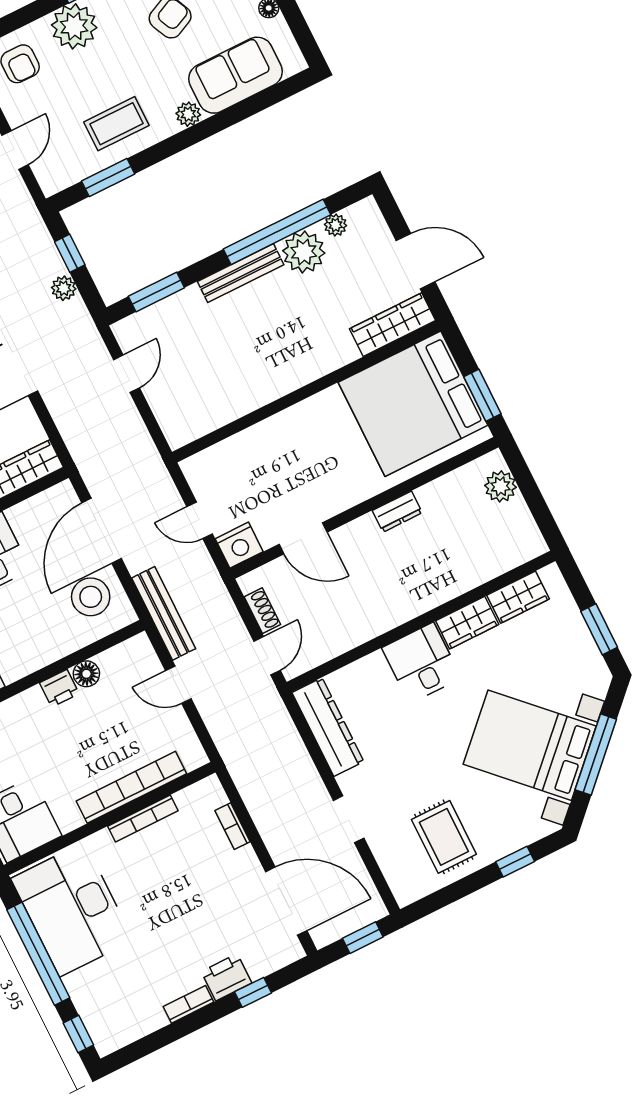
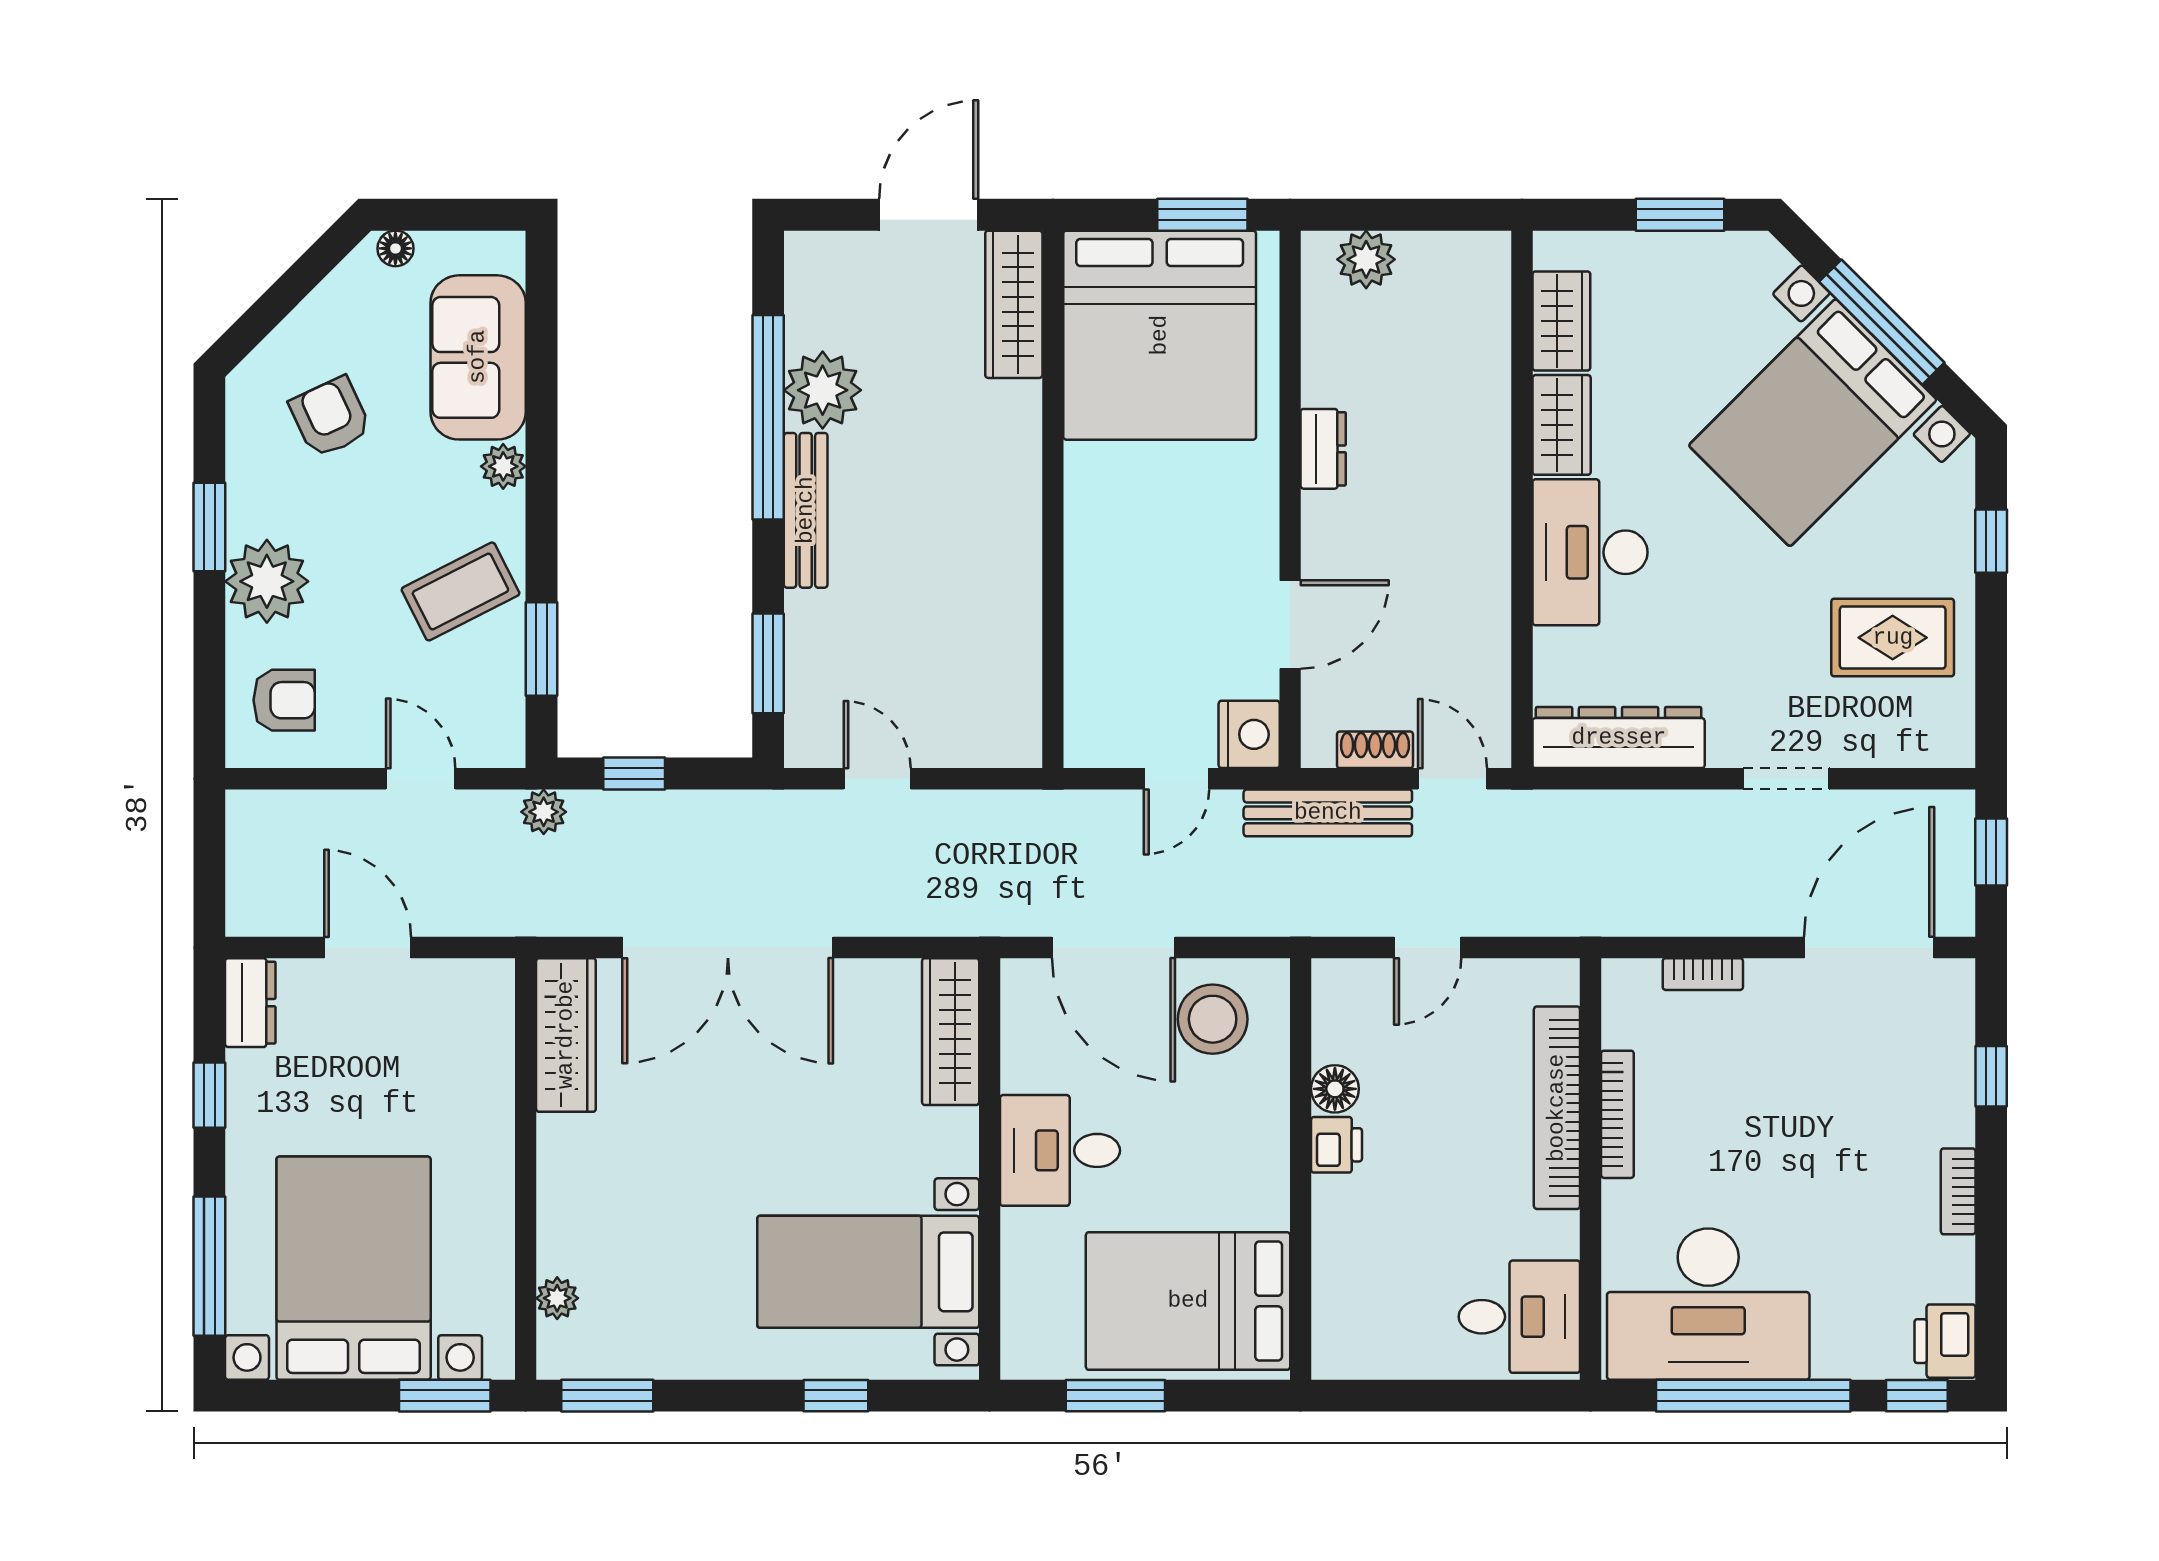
coffee table: (116, 124) -> (460, 591), turned 63
plant: (336, 225) -> (804, 316), removed
plant: (64, 288) -> (544, 812), moved
bench: (164, 613) -> (1328, 813), moved
desk: (421, 663) -> (1590, 552), width x1.37
printer: (226, 977) -> (1945, 1341), moved

